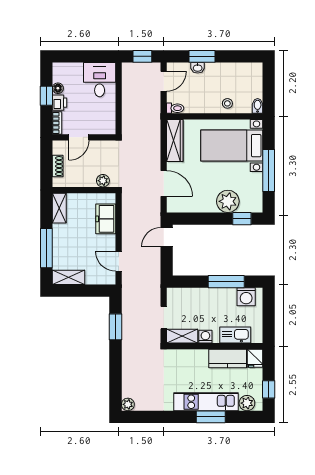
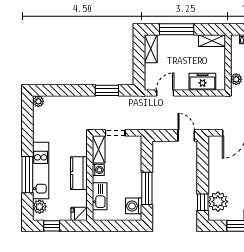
plant: (228, 201) -> (218, 202), moved
kitchen counter: (228, 359) -> (79, 173), moved
window: (211, 417) -> (27, 175), width x1.44

